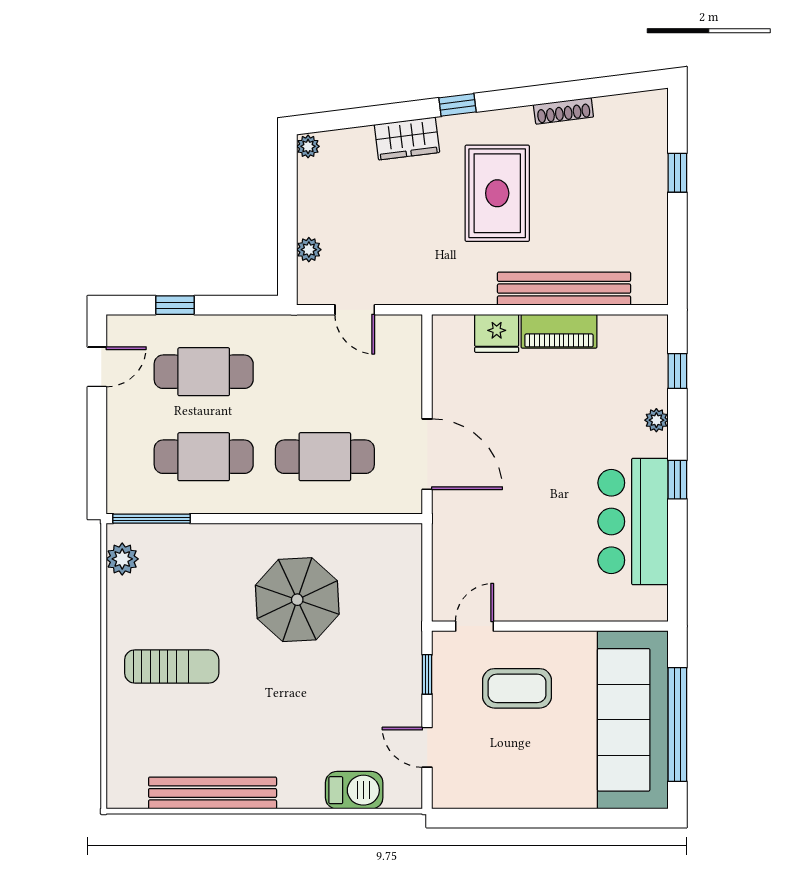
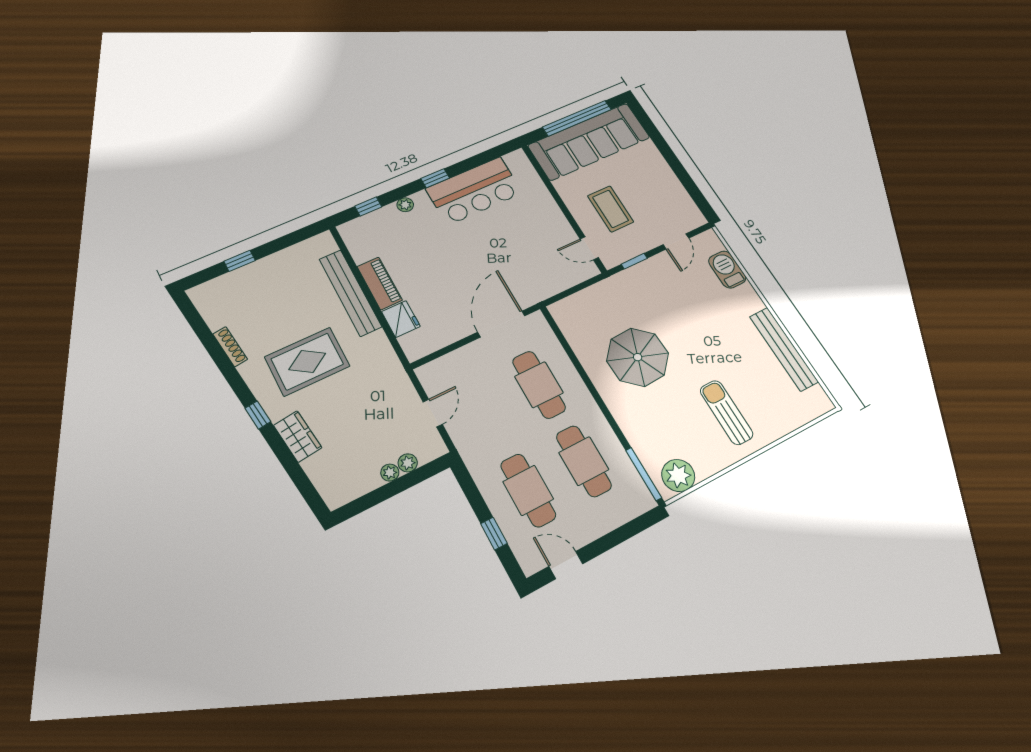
plant: (308, 146) -> (390, 473), moved
plant: (122, 559) -> (678, 475), width x1.36, depth x1.36

